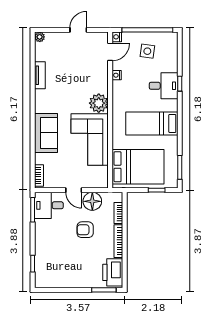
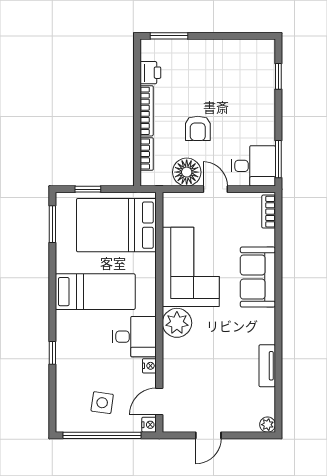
desk: (164, 86) -> (134, 337), moved, turned 180
armchair: (85, 230) -> (198, 128), turned 90
printer: (113, 272) -> (150, 73), width x0.53, depth x0.68

